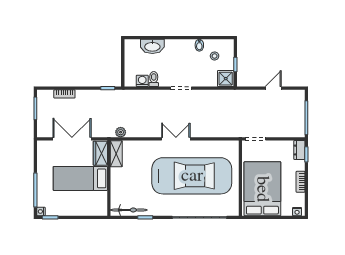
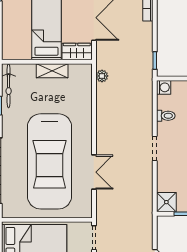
washing machine: (142, 81) -> (164, 87), moved
double door: (176, 139) -> (94, 172), moved
shelving: (116, 154) -> (52, 71), moved

